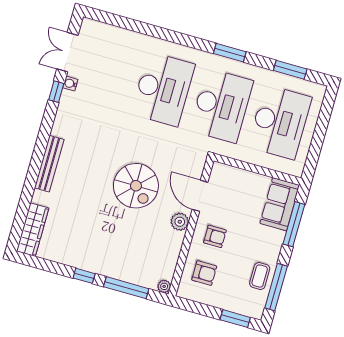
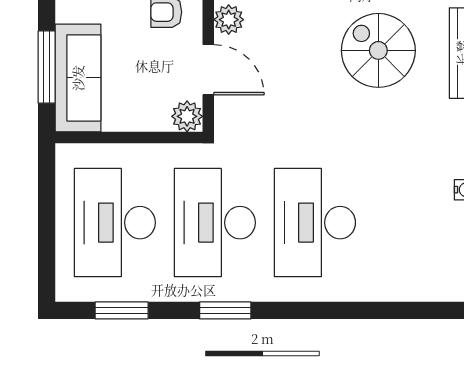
plant: (220, 172) -> (187, 116), added
spiral stairs: (136, 186) -> (378, 50), moved
sofa: (280, 204) -> (78, 78), width x1.36

